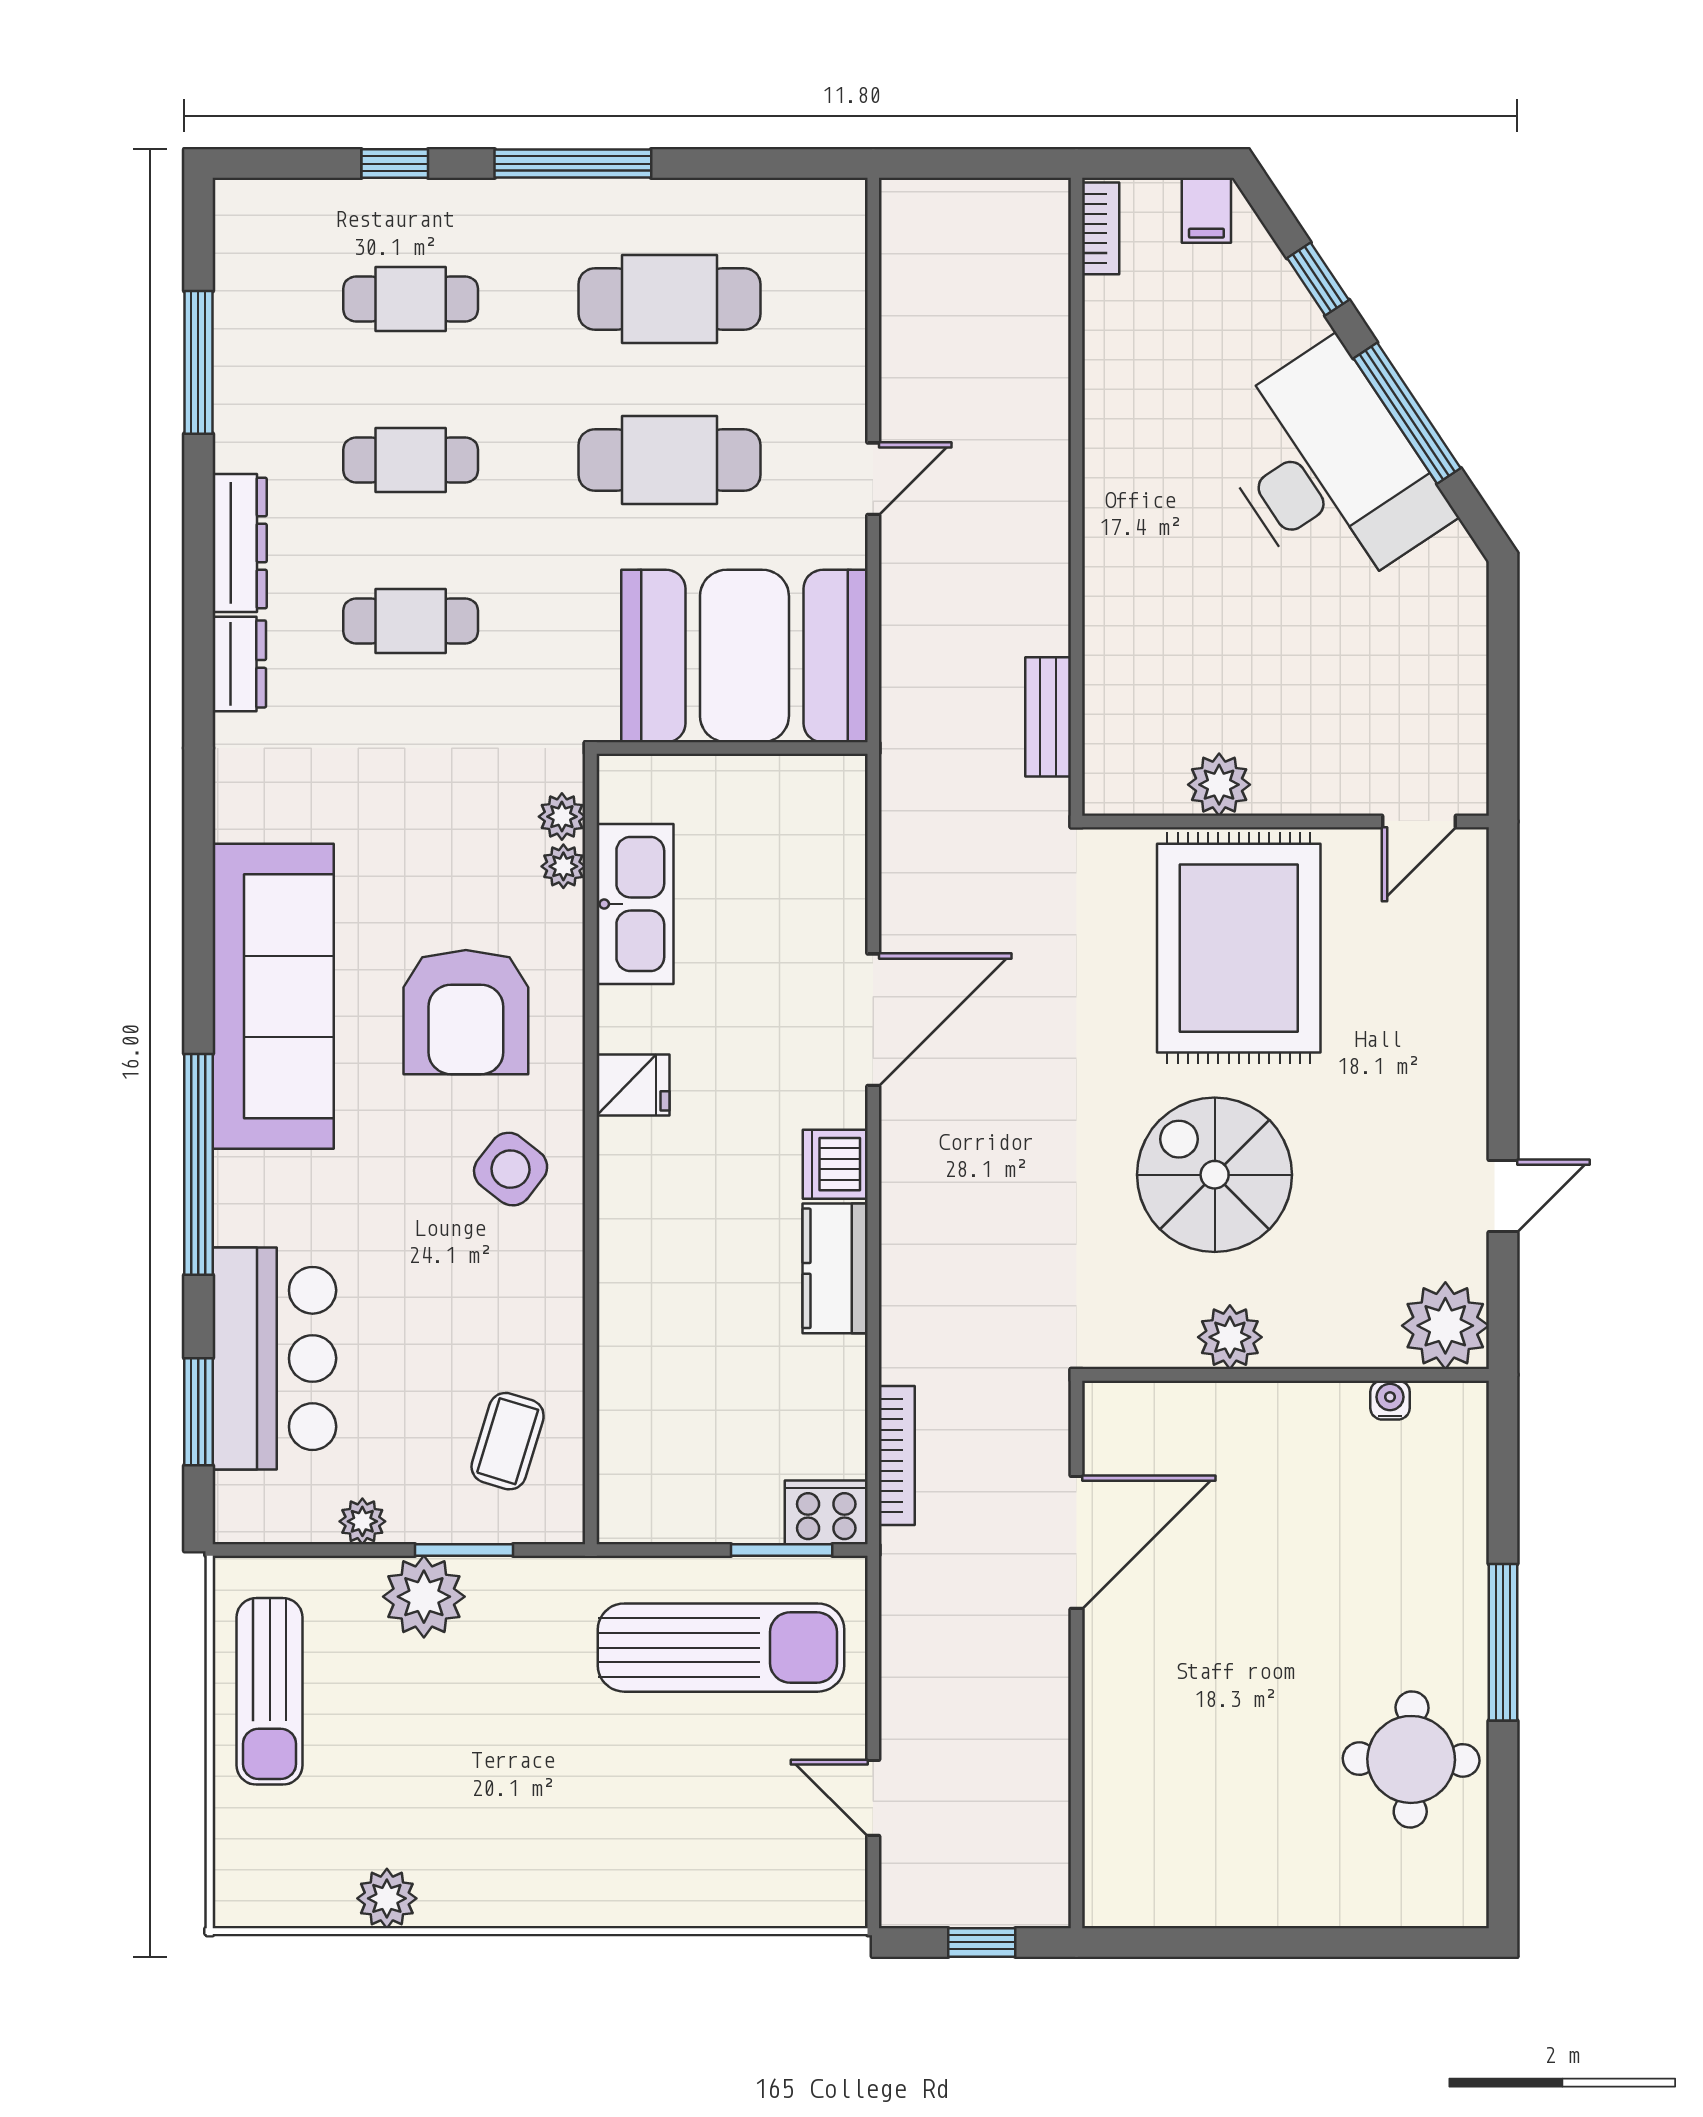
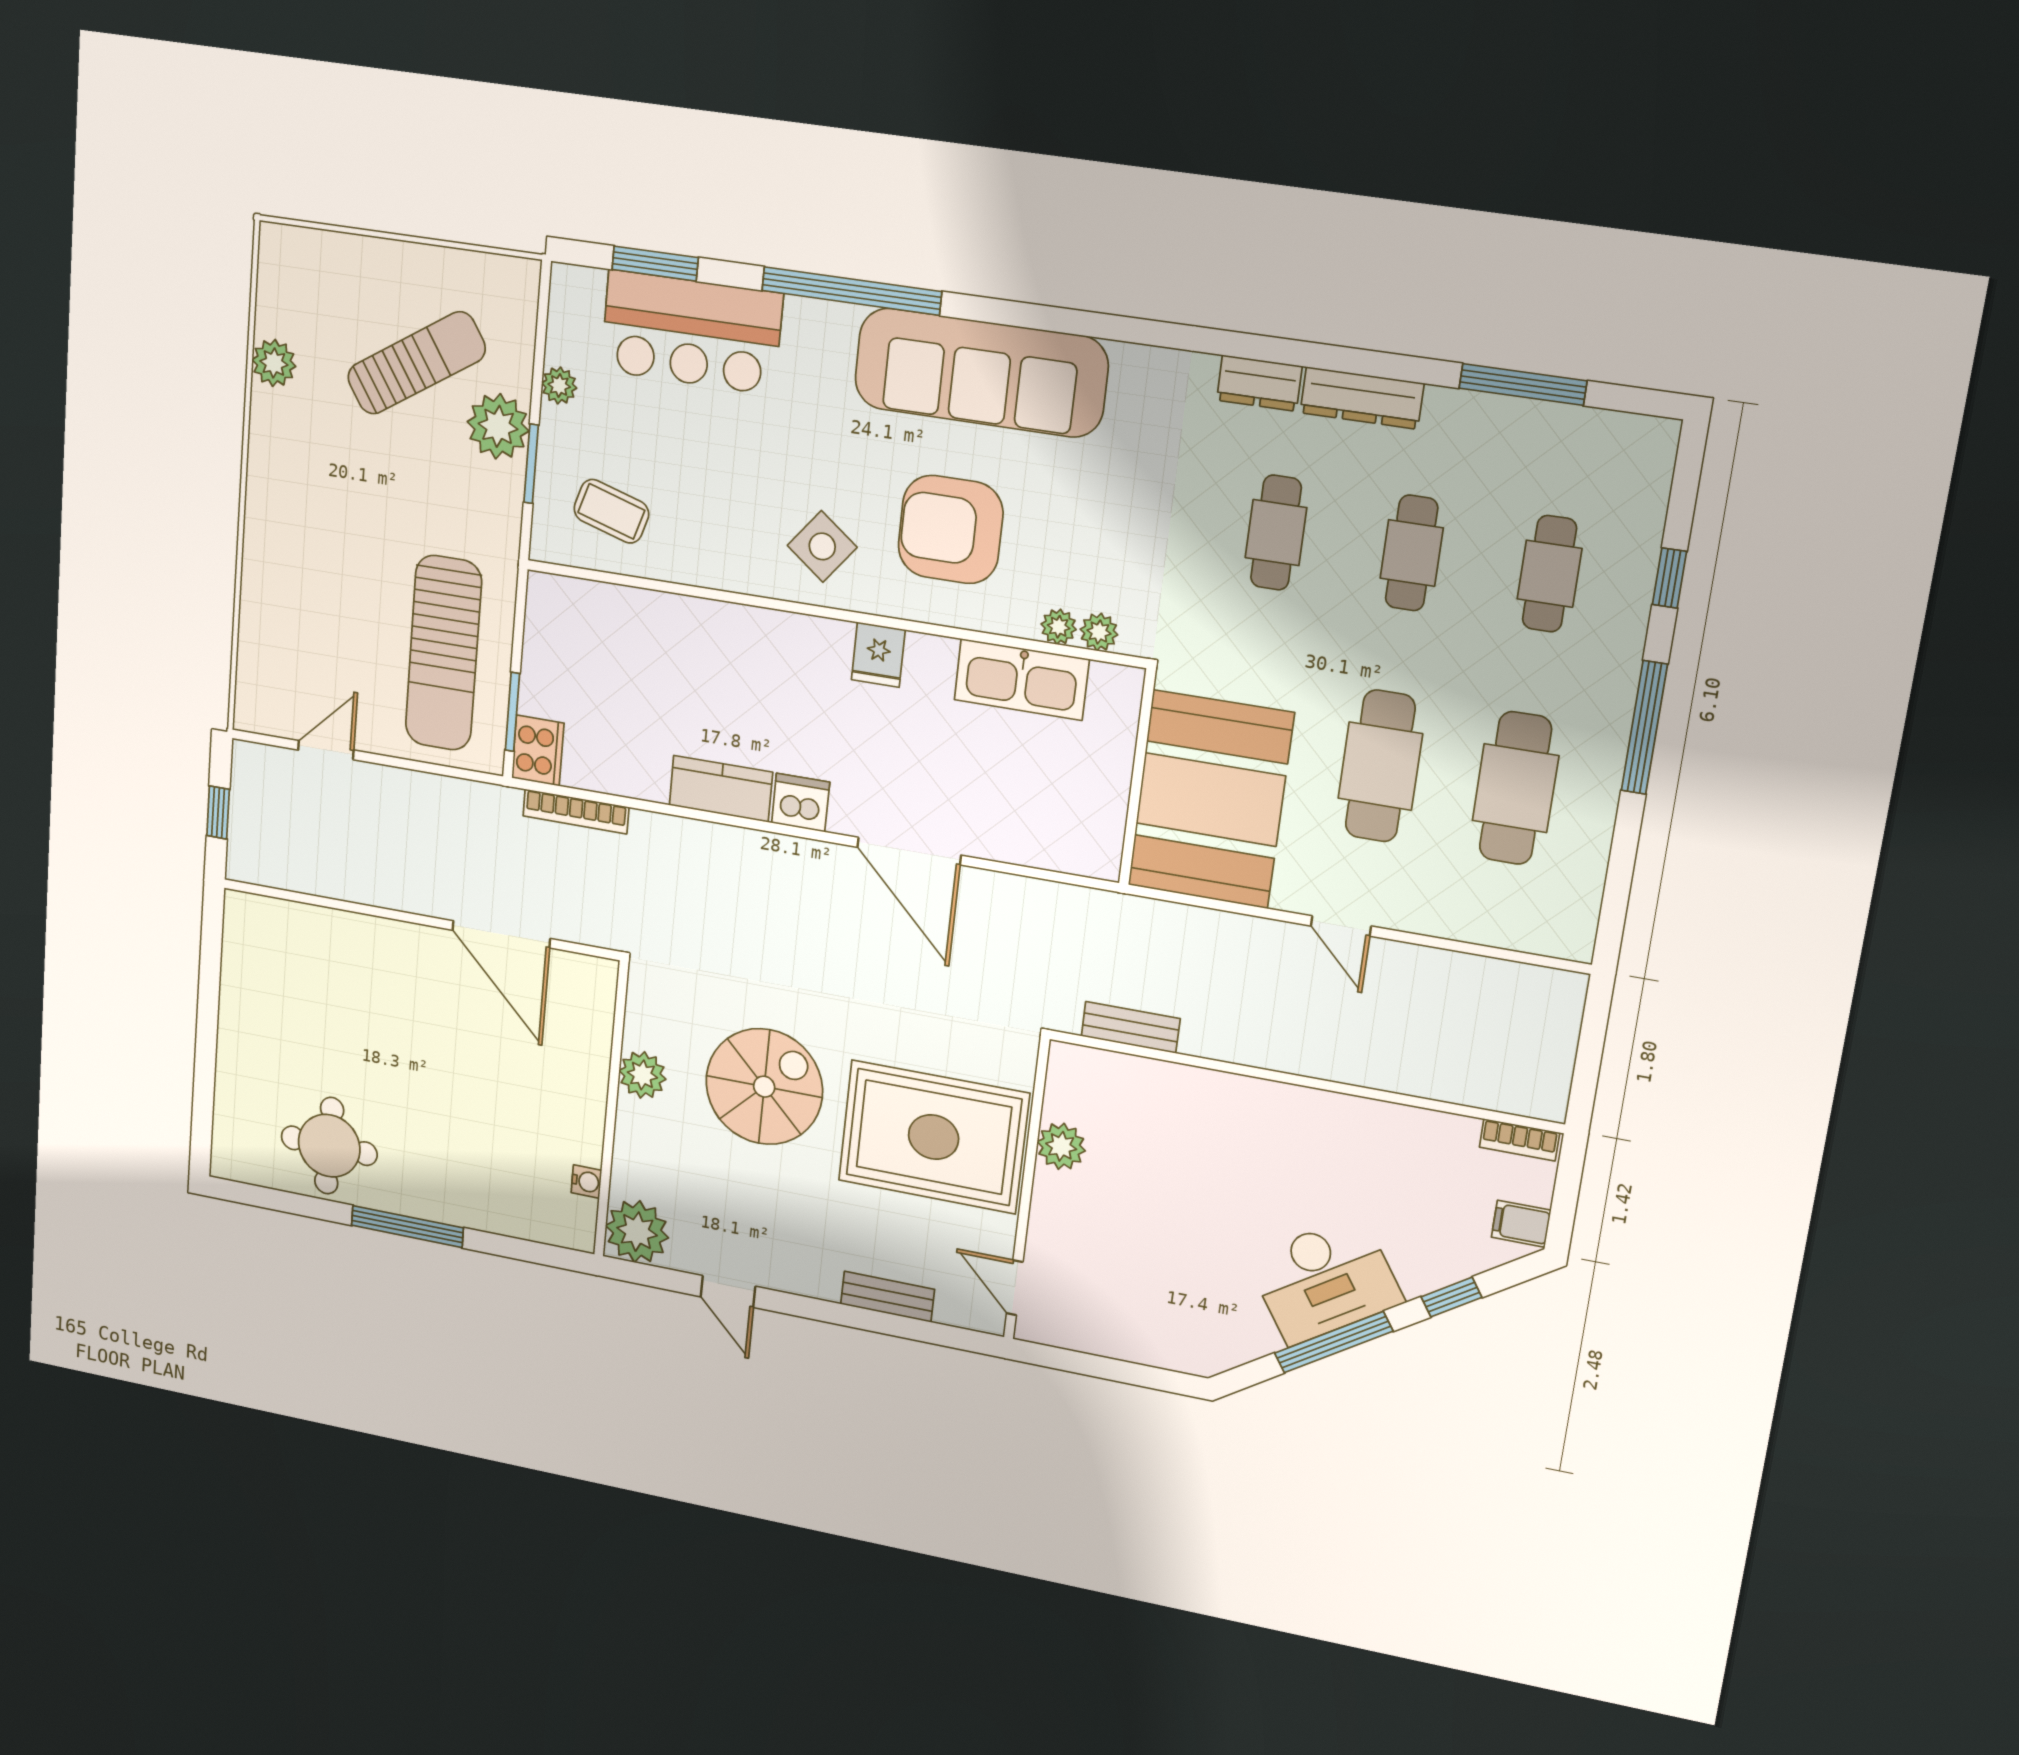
desk: (1329, 471) -> (1325, 1280), width x0.73, depth x0.77
bench: (1466, 984) -> (888, 1297), added
sun lounger: (270, 1691) -> (416, 363), moved, turned 147

